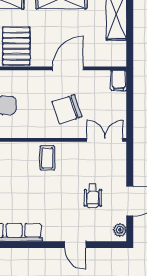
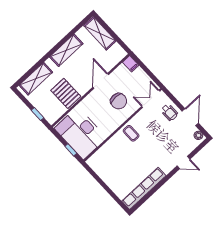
chair: (67, 109) -> (119, 101), turned -72
wheelchair: (93, 196) -> (169, 112), moved

